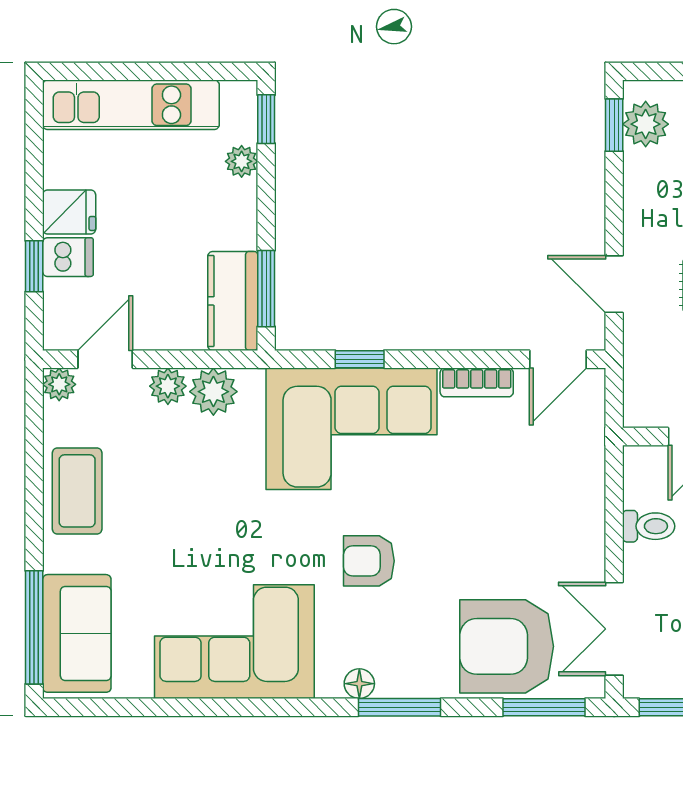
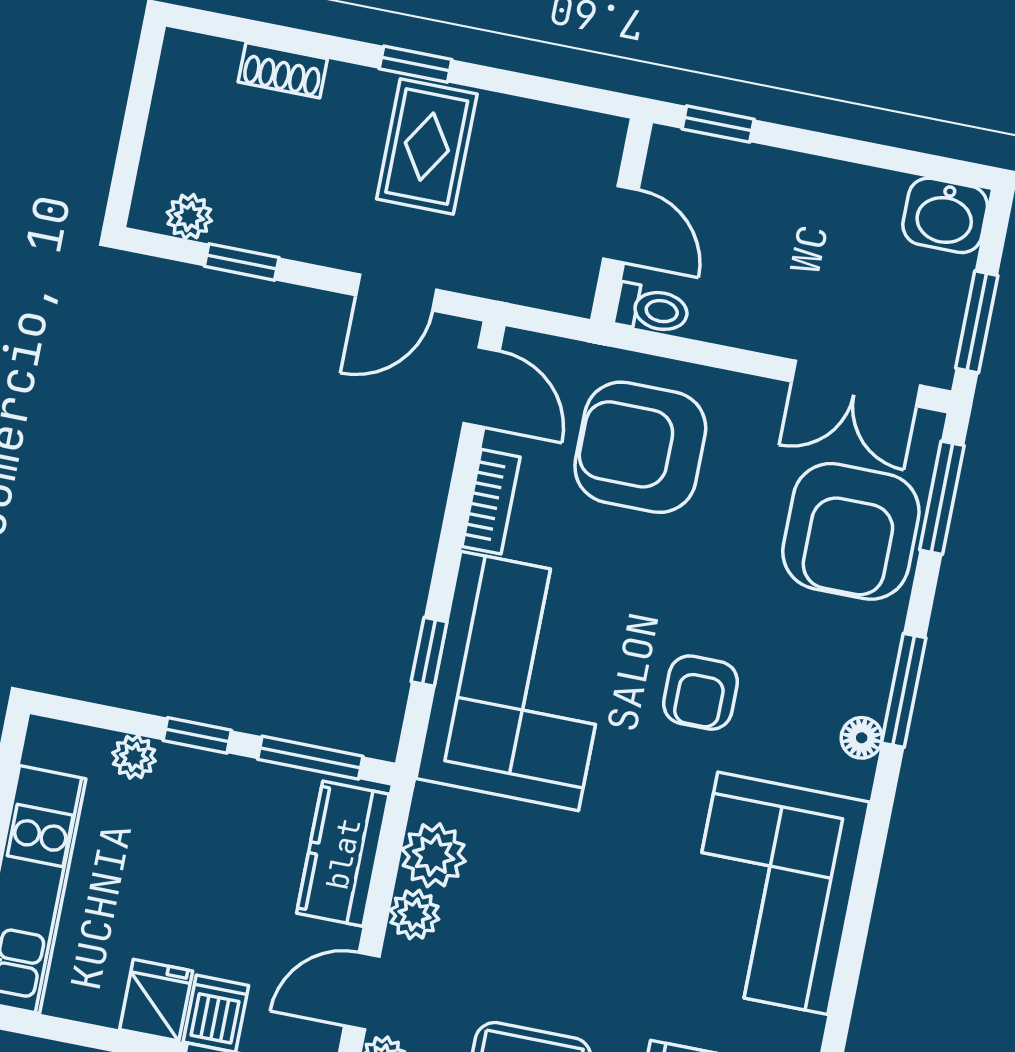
window: (266, 119) -> (197, 735), moved
plant: (646, 124) -> (189, 217), width x0.73, depth x0.73
window: (614, 125) -> (242, 262), moved
kitchen counter: (233, 301) -> (343, 854), moved, turned 90
door: (105, 359) -> (362, 991), hinge flipped
armchair: (537, 482) -> (640, 447), added
toilet: (649, 526) -> (652, 309), moved, turned 90

